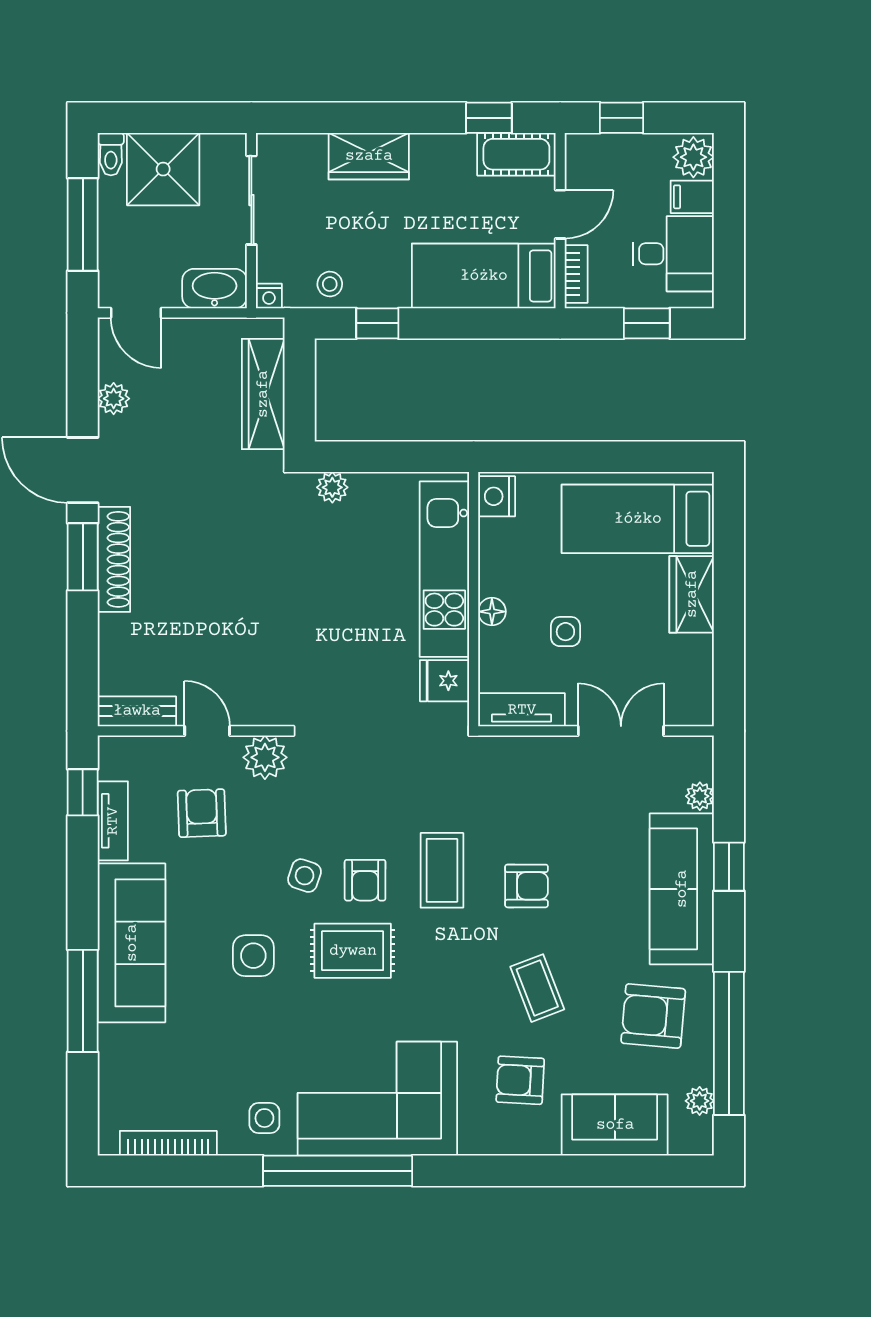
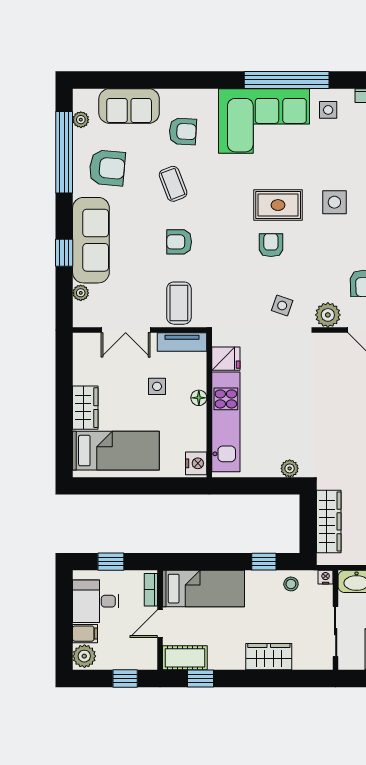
coffee table: (442, 870) -> (179, 303), moved
side table: (305, 876) -> (282, 306), moved

